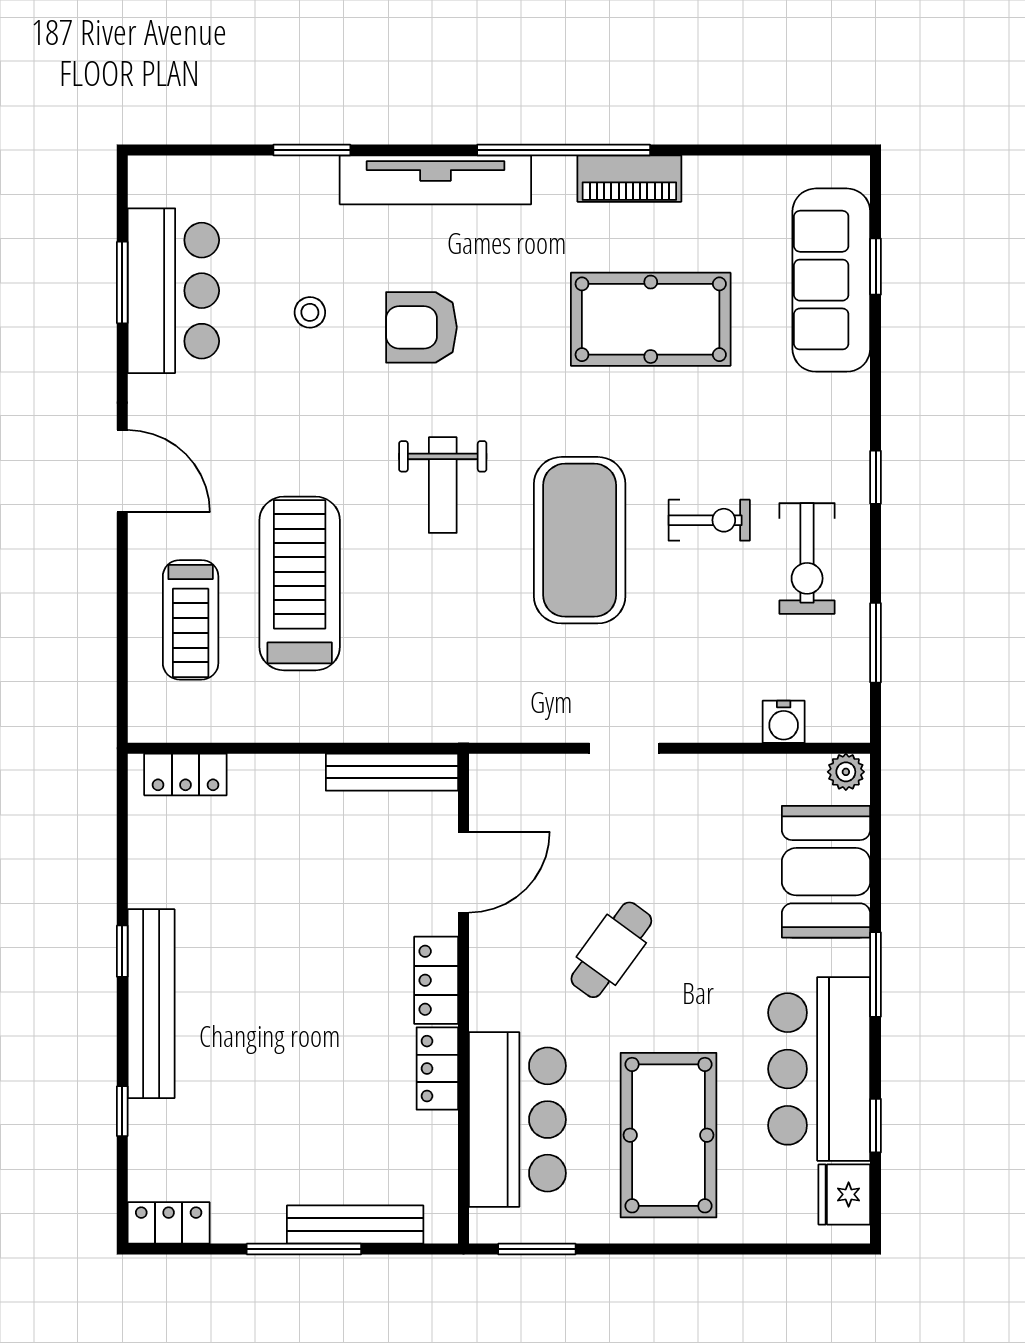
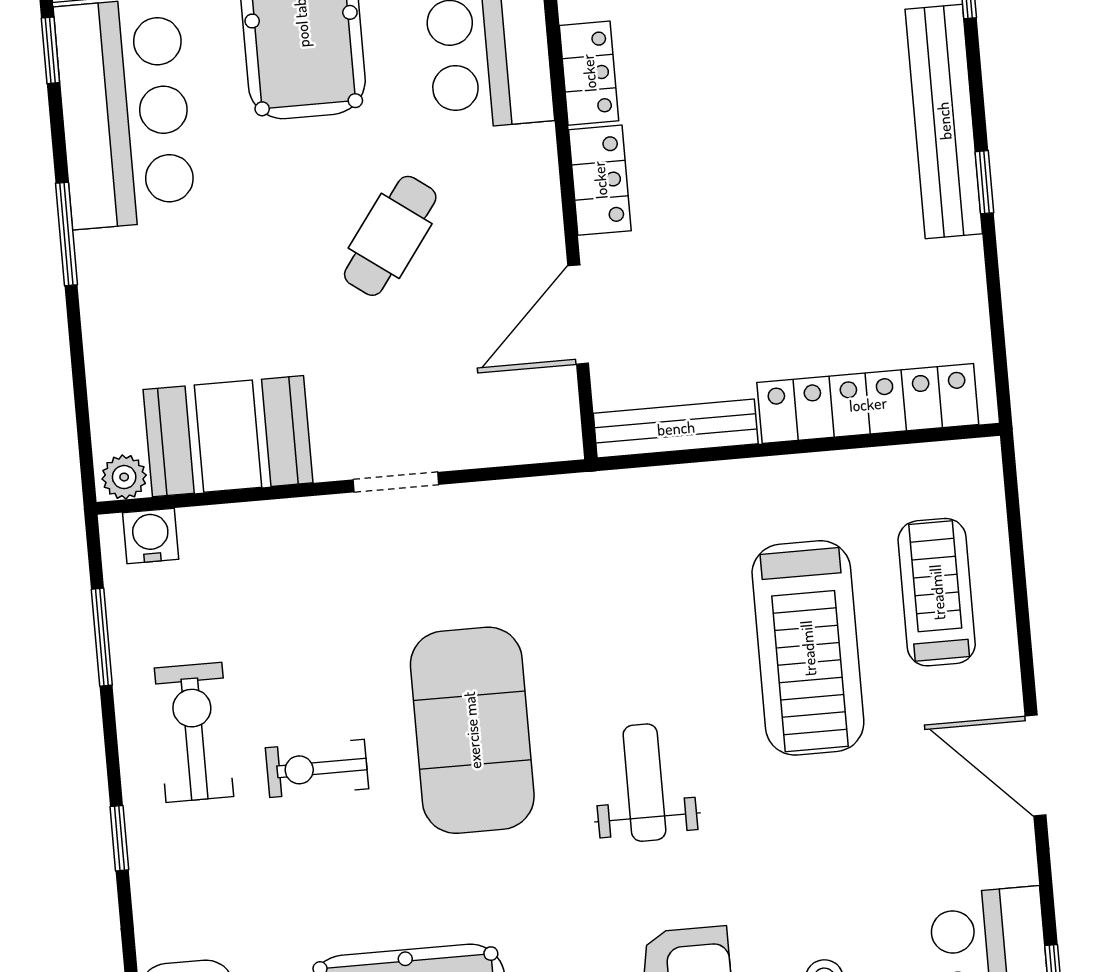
water cooler: (784, 722) -> (151, 536), moved
locker: (185, 774) -> (868, 404), width x2.16, depth x1.21
booth: (826, 872) -> (228, 436), moved, turned 90

